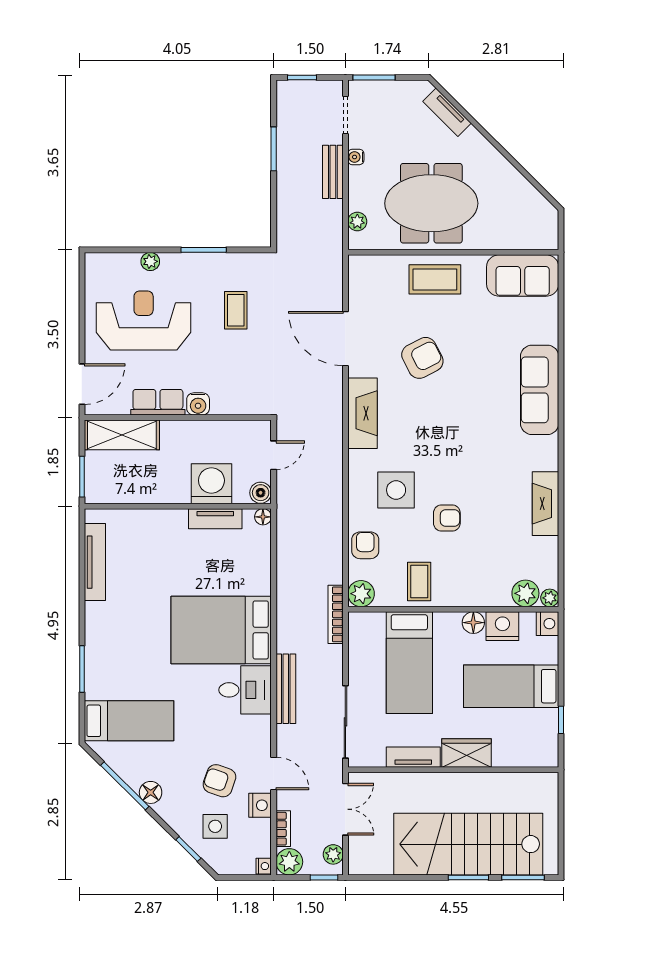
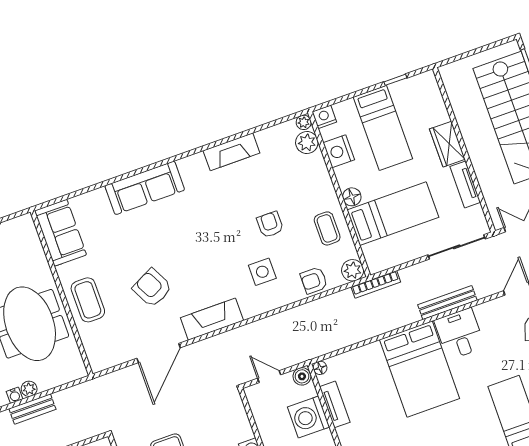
plant: (357, 221) -> (29, 389), moved
side table: (396, 490) -> (262, 272), width x0.73, depth x0.73
coffee table: (419, 581) -> (327, 228), turned 90
floor lamp: (473, 623) -> (352, 197), moved

